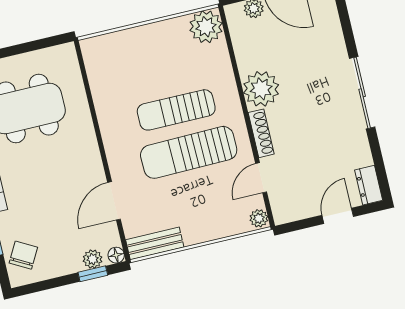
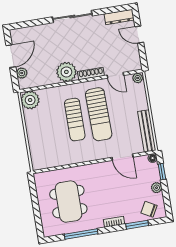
dresser: (369, 185) -> (119, 17), width x1.44
bench: (155, 243) -> (147, 131), width x1.36
plant: (93, 259) -> (157, 188), moved

